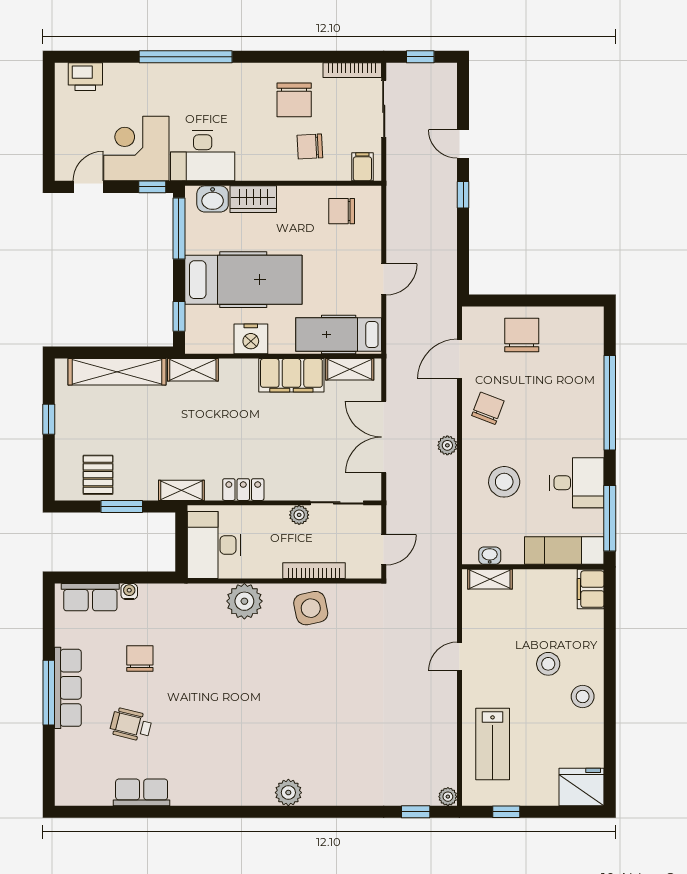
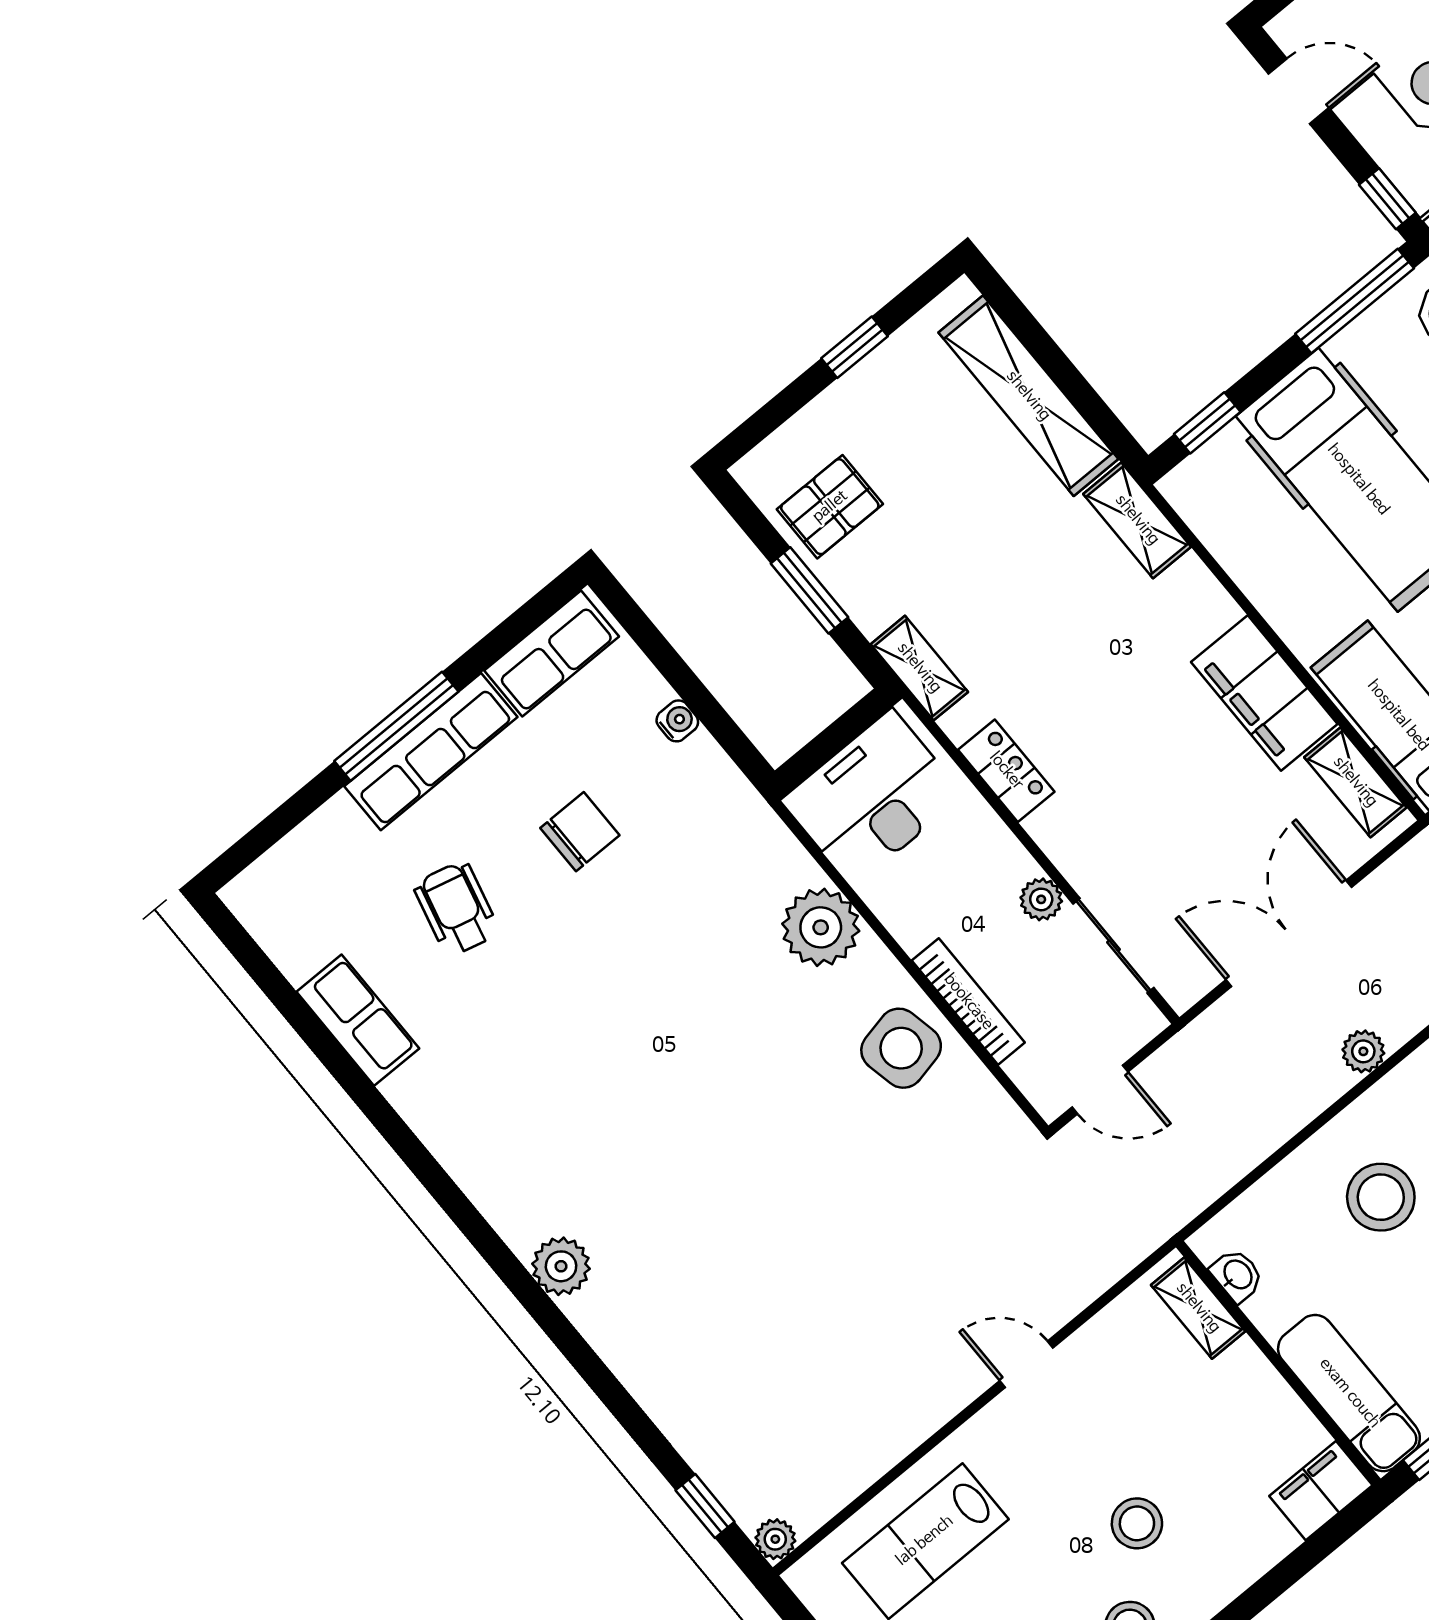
nightstand: (251, 339) -> (1269, 574), removed
row of seats: (90, 597) -> (552, 653), moved, turned -90

